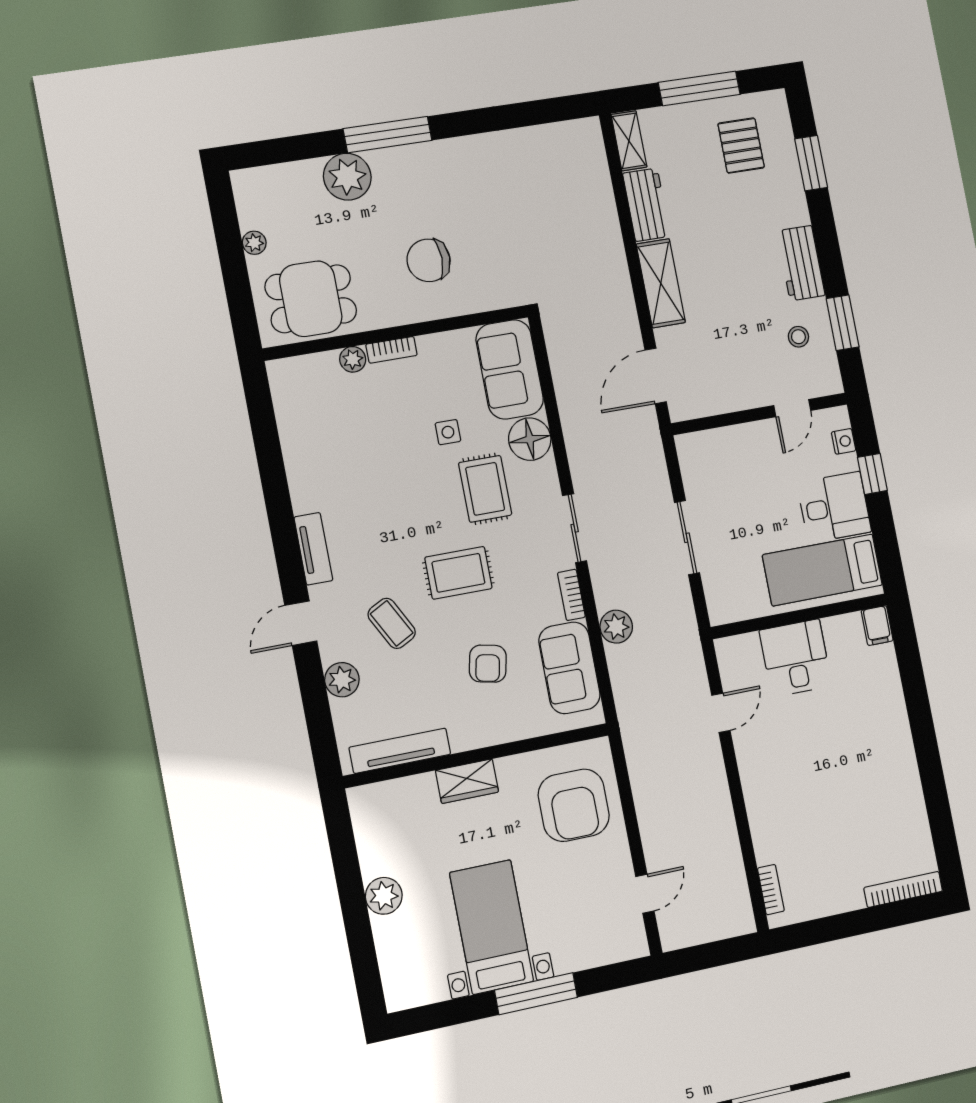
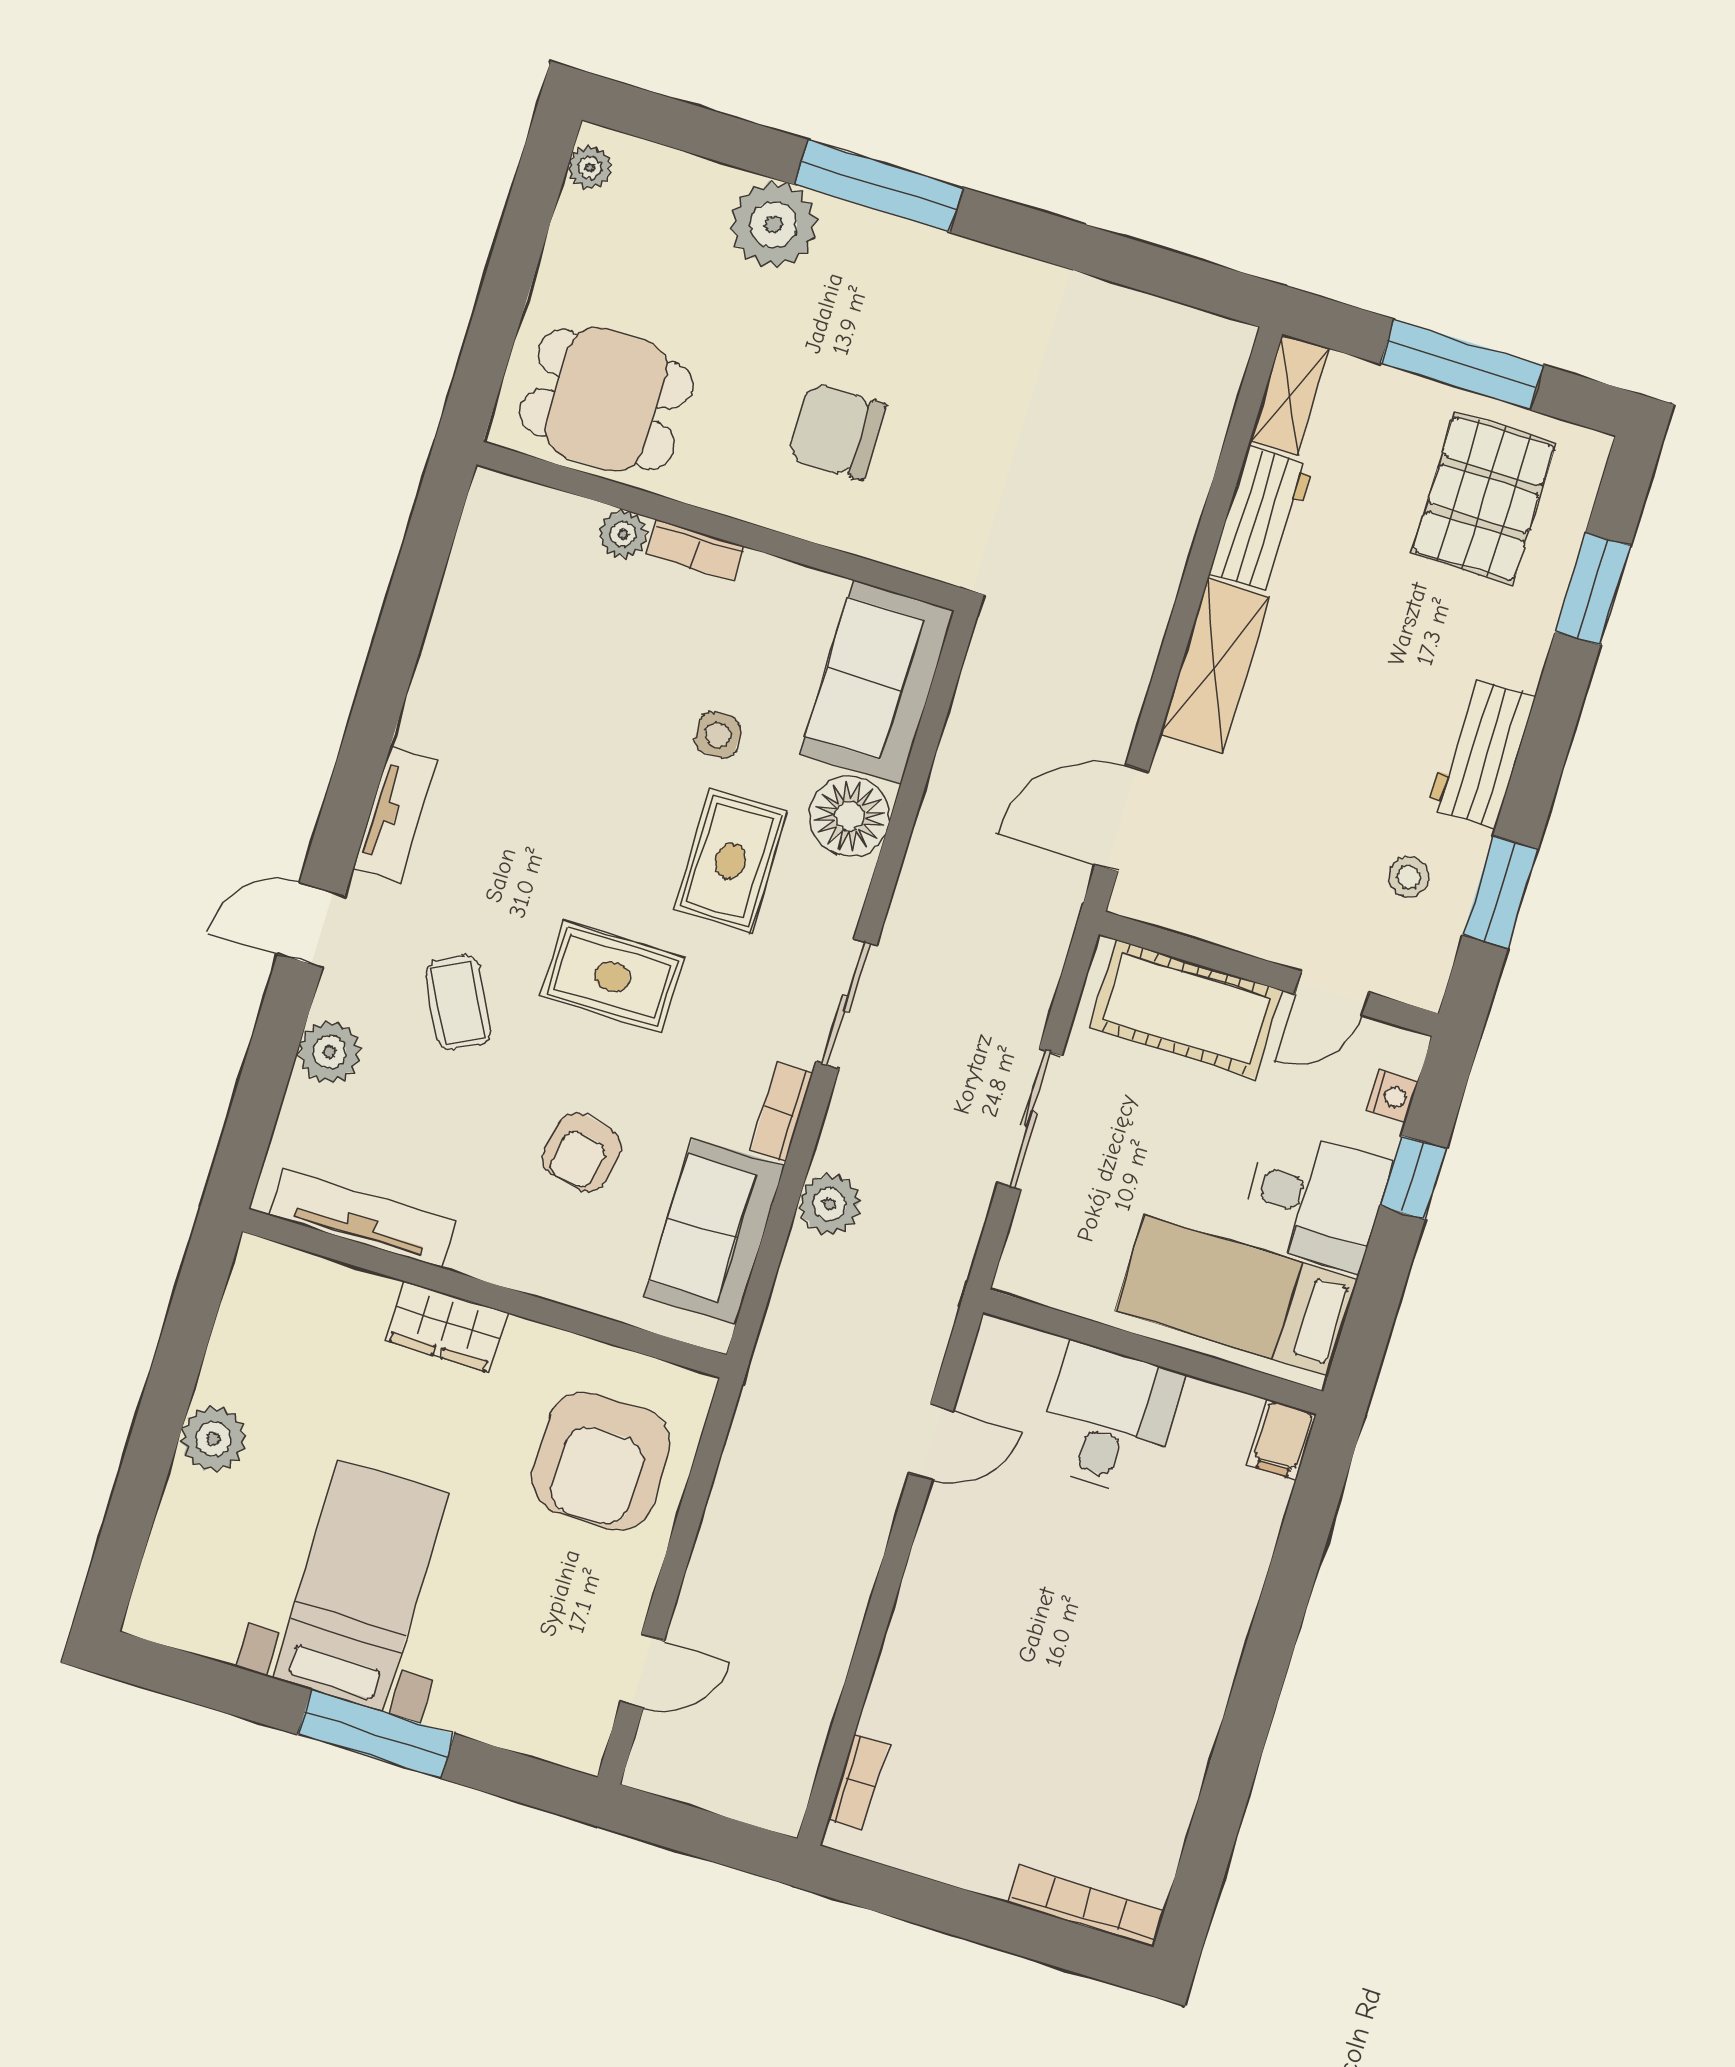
pallet: (741, 146) -> (1484, 498), width x1.50, depth x1.42
plant: (254, 243) -> (590, 167), moved
cot: (731, 449) -> (1186, 1009), added

